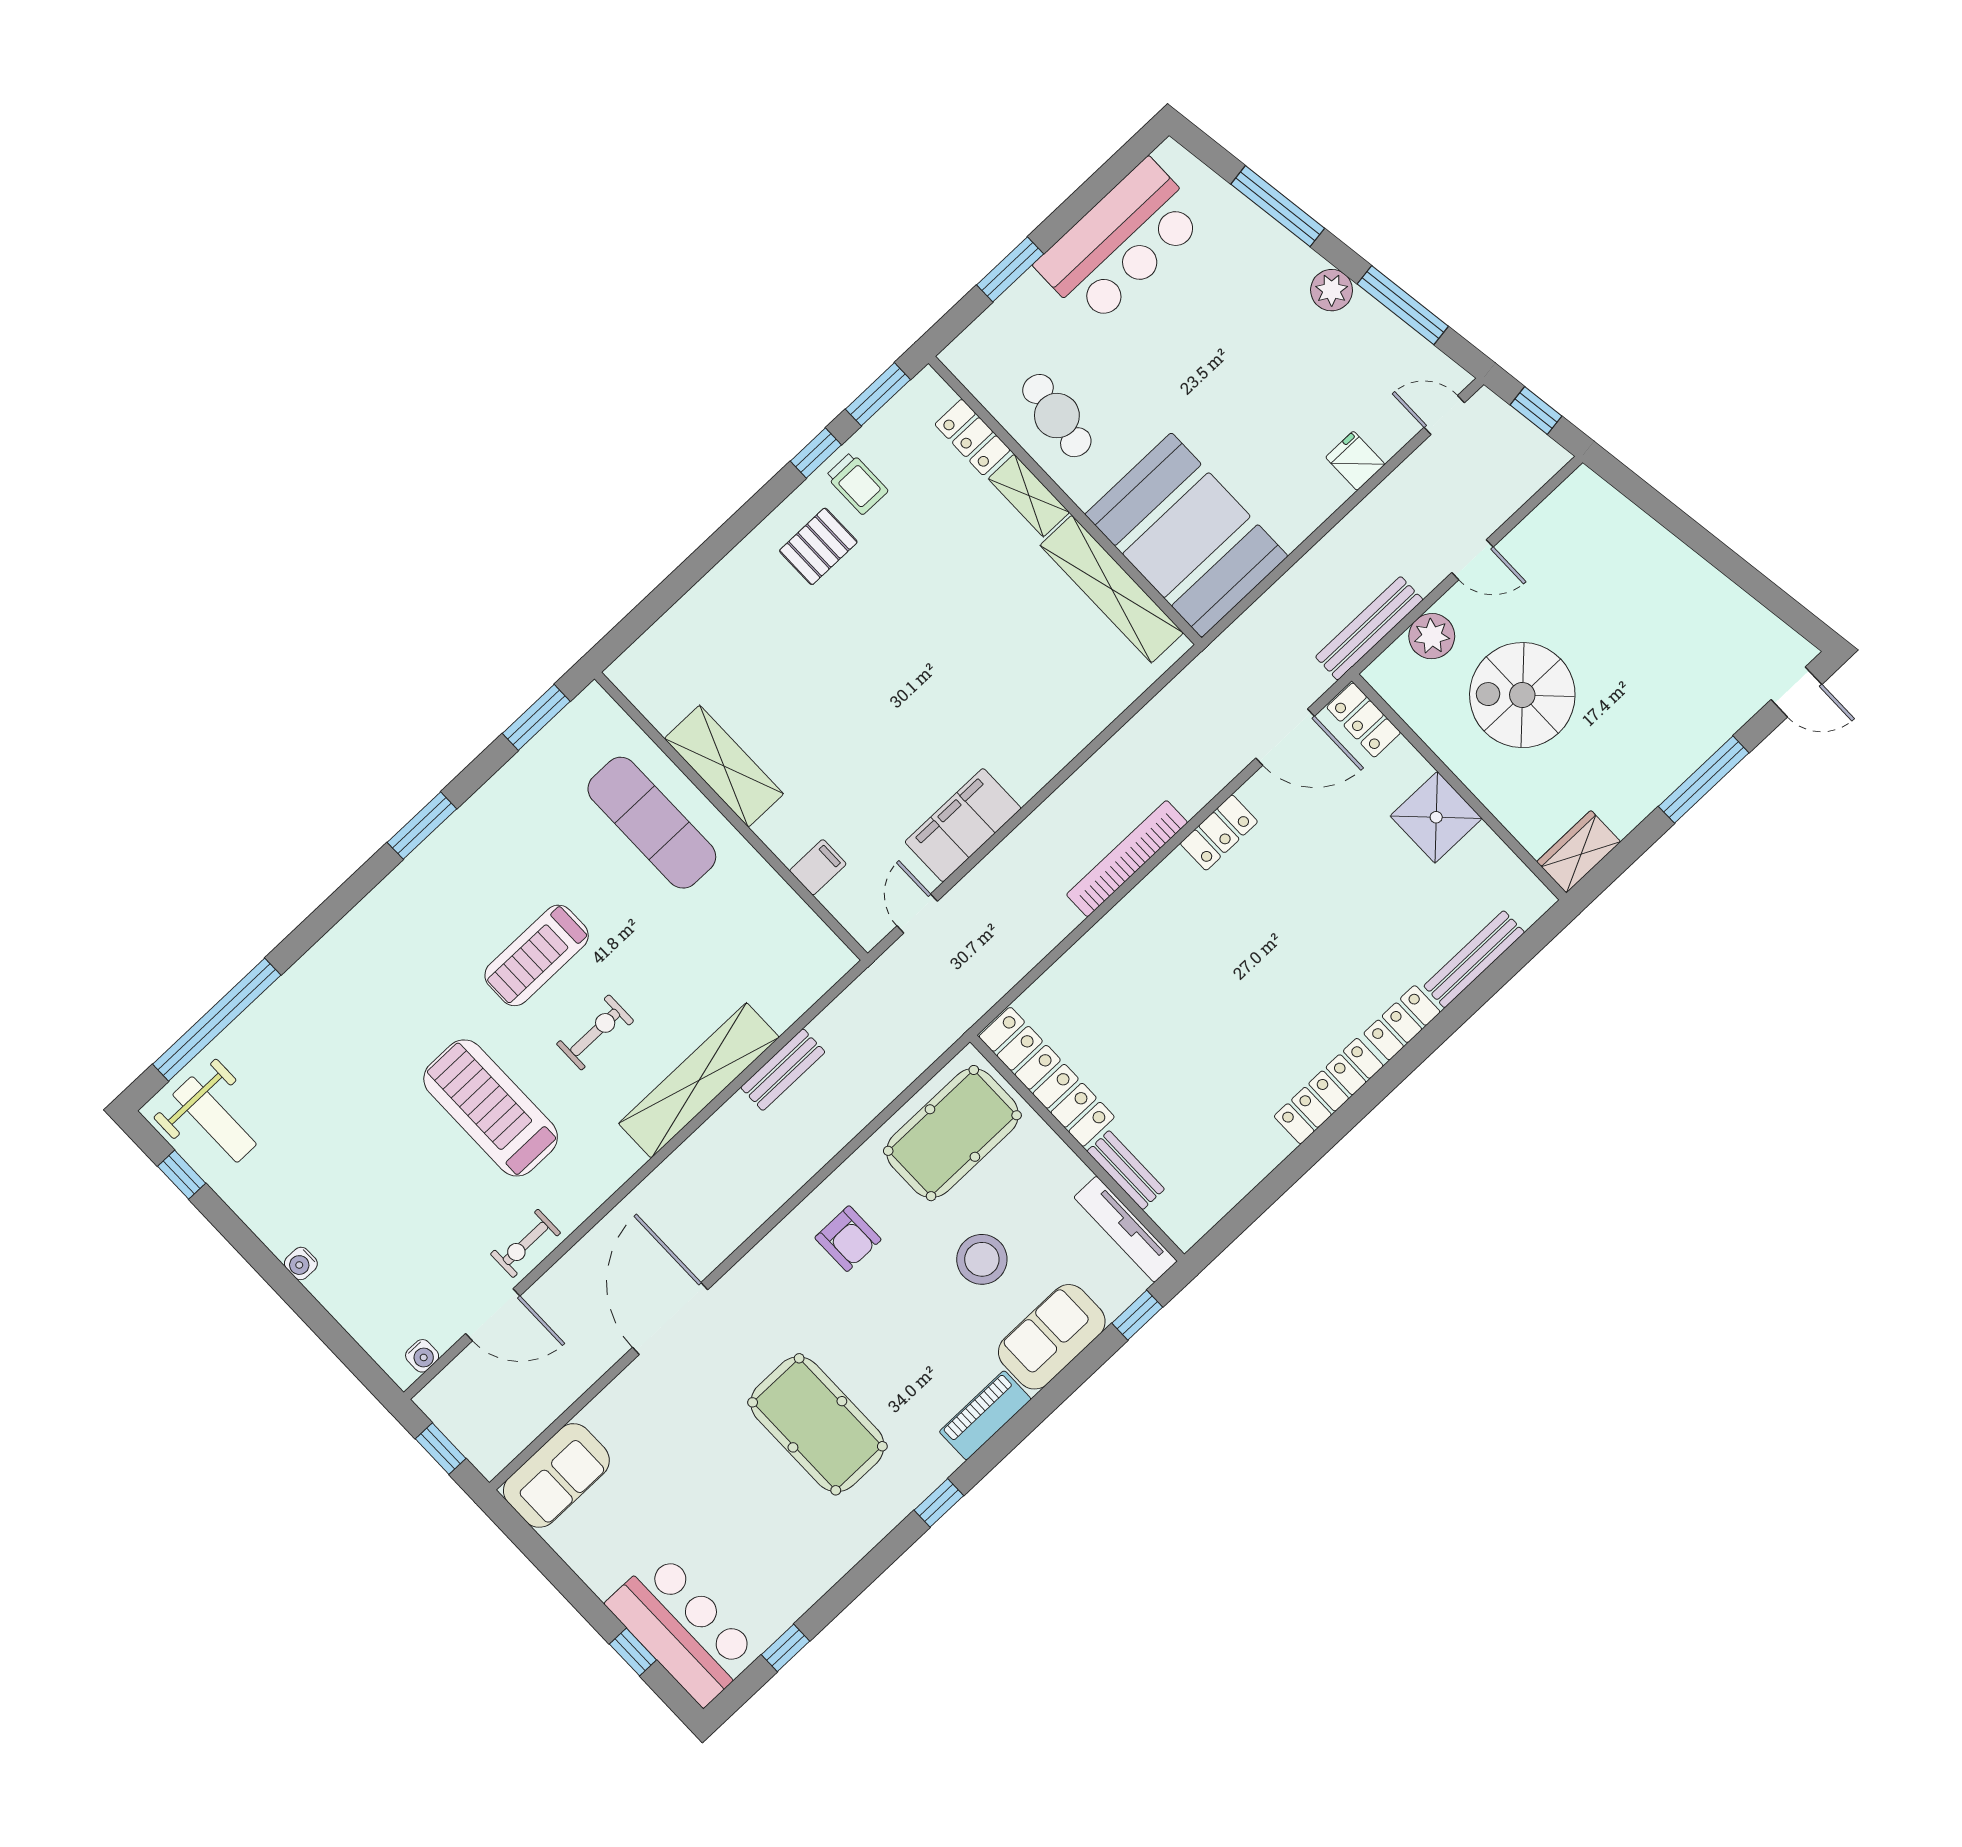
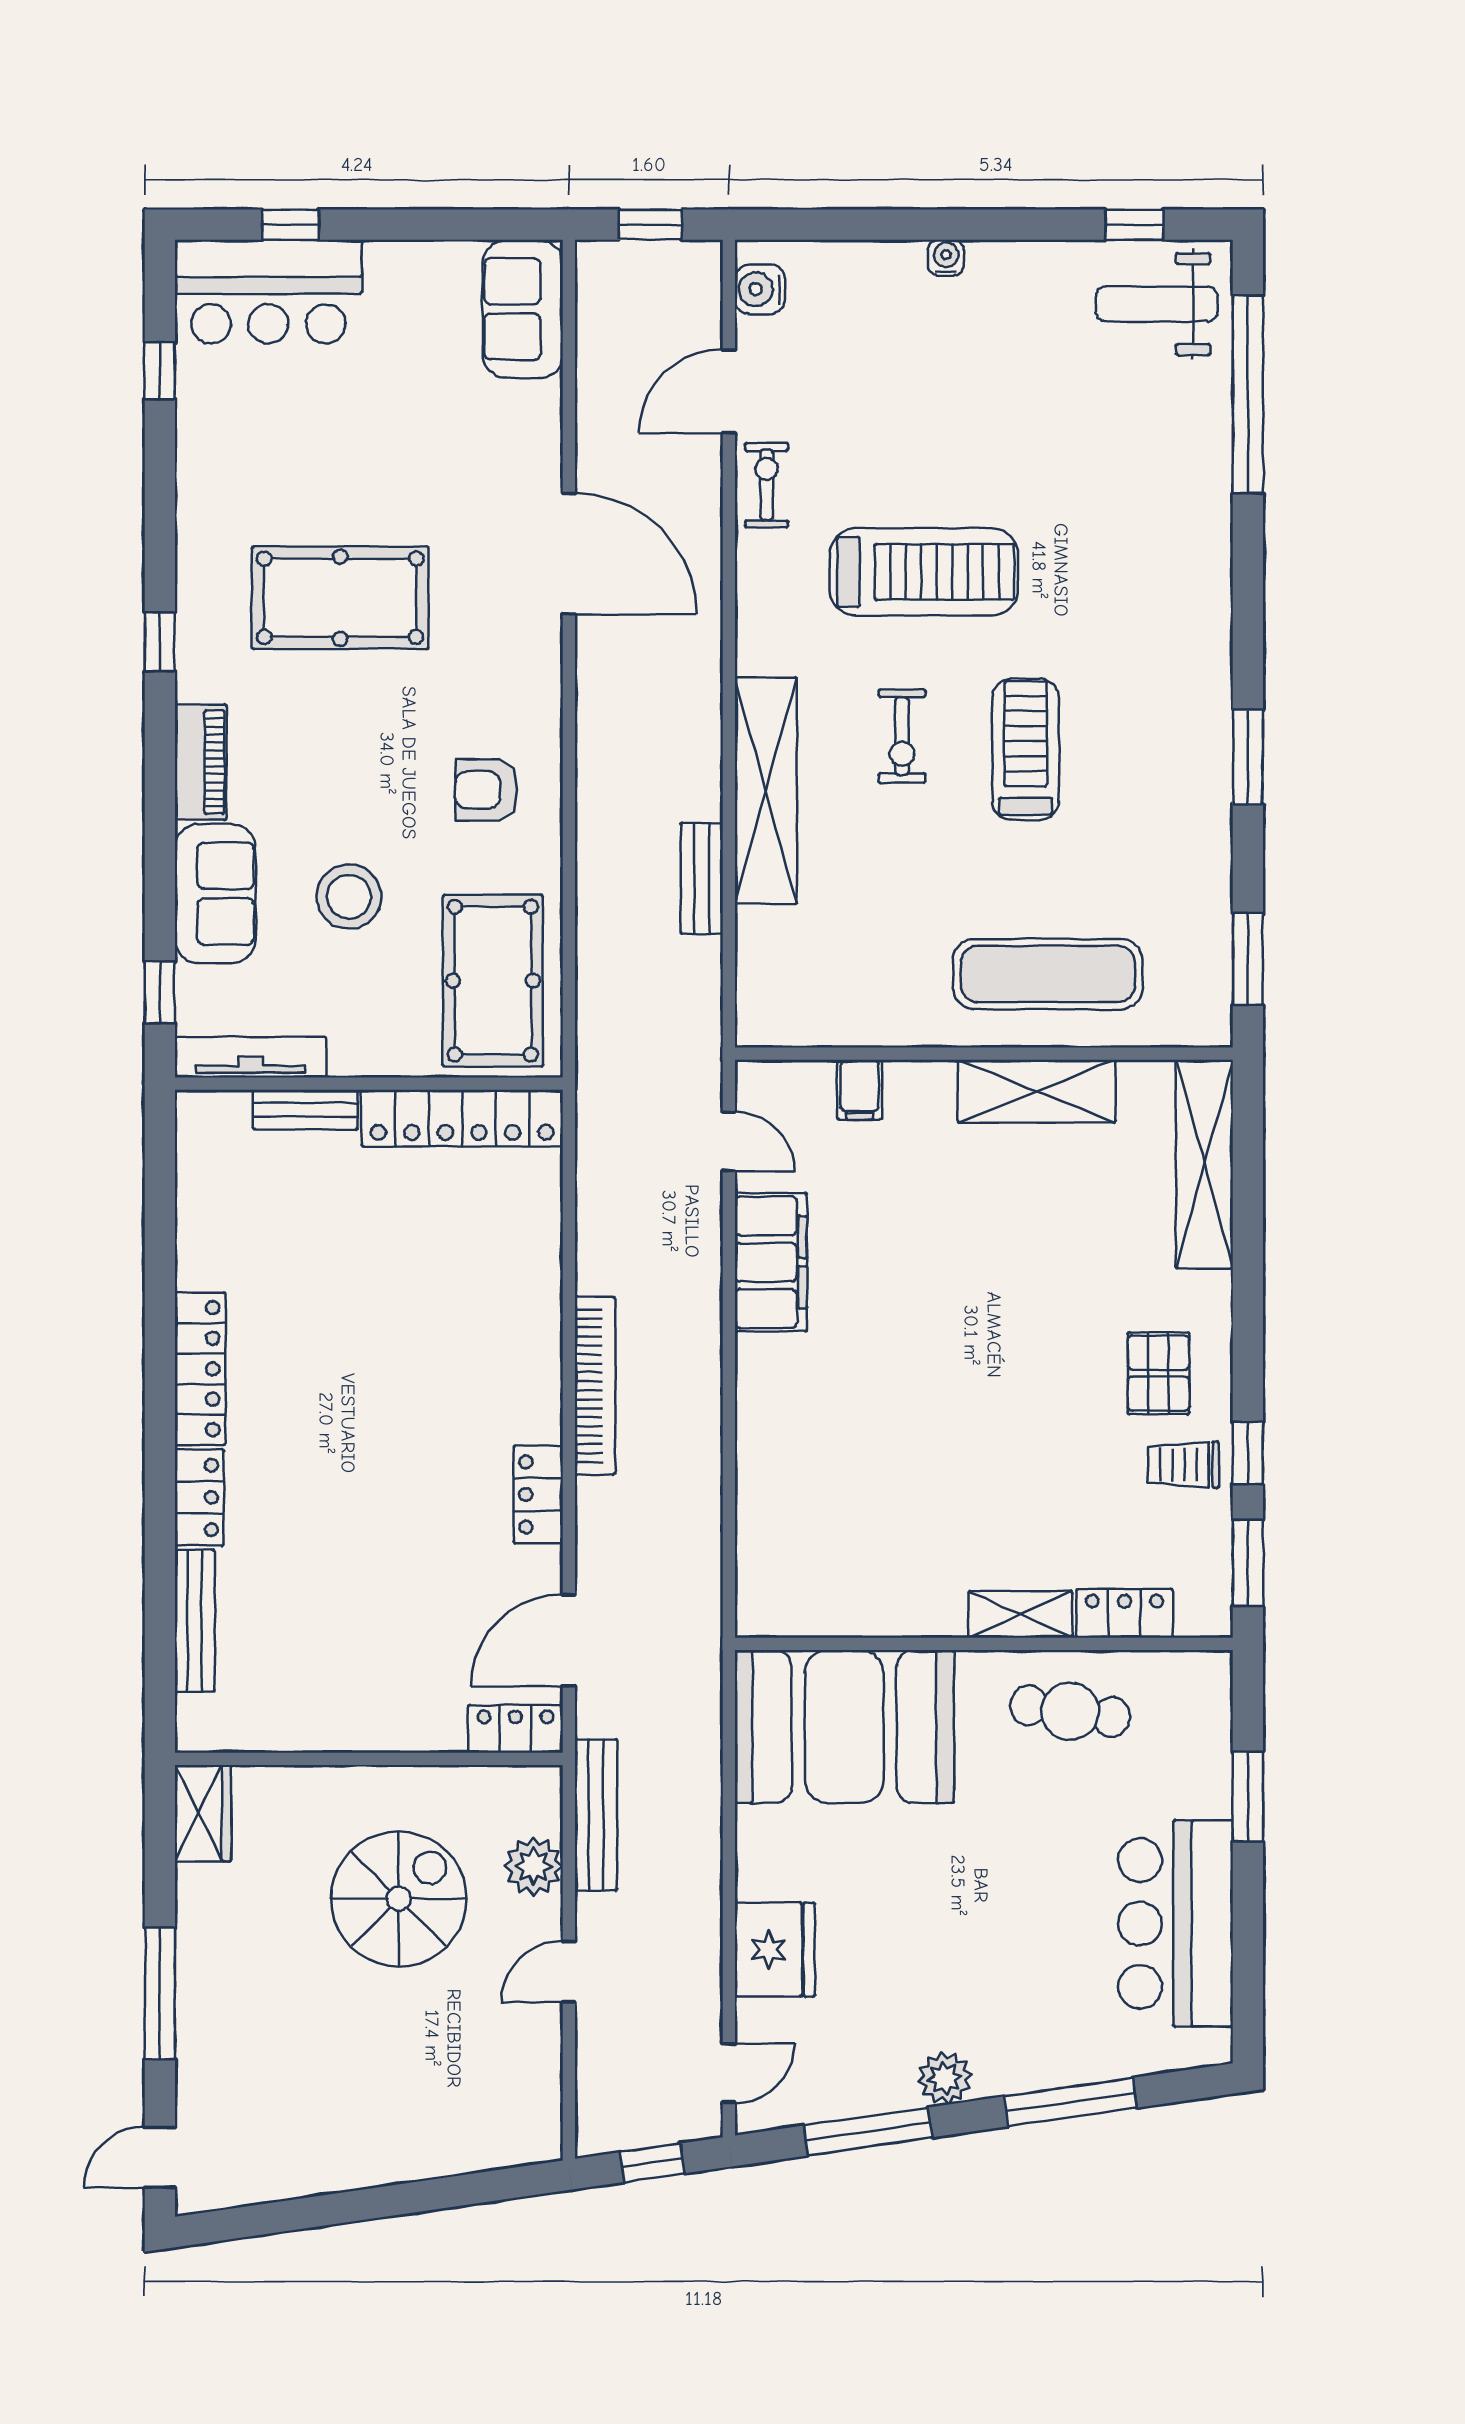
fridge: (1355, 461) -> (775, 1950), width x1.88, depth x1.34
shelving: (1112, 589) -> (1204, 1164), moved, turned 90
shower: (1436, 817) -> (361, 1711), removed
water cooler: (422, 1356) -> (760, 289), width x1.38, depth x1.38

